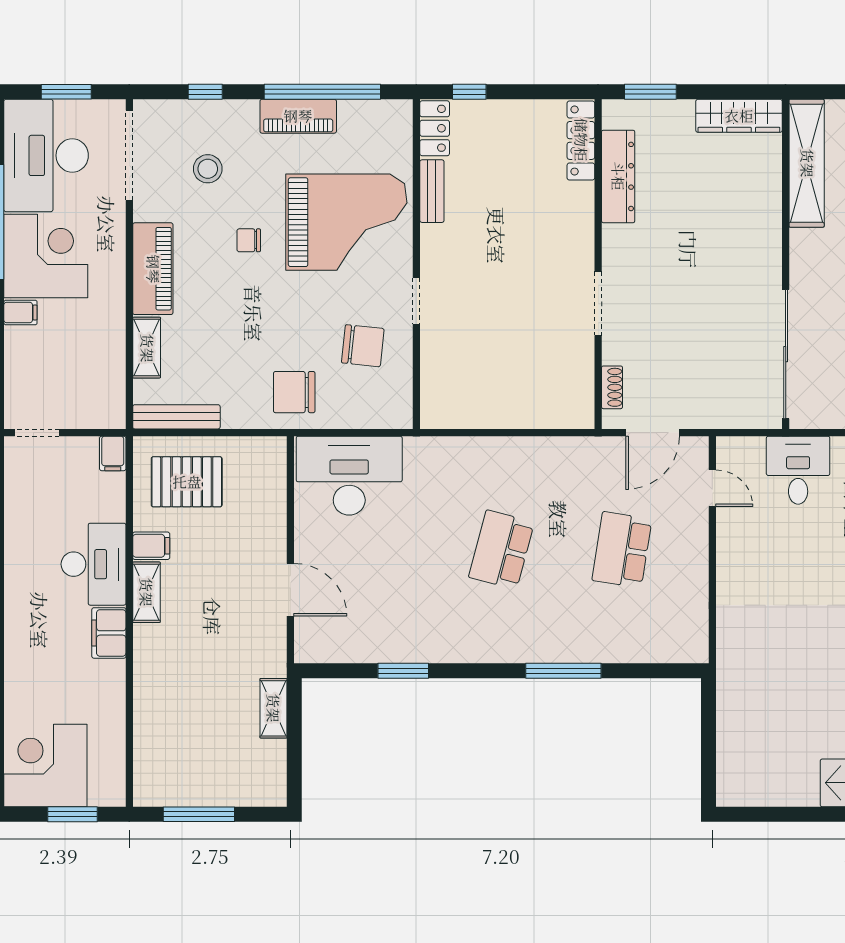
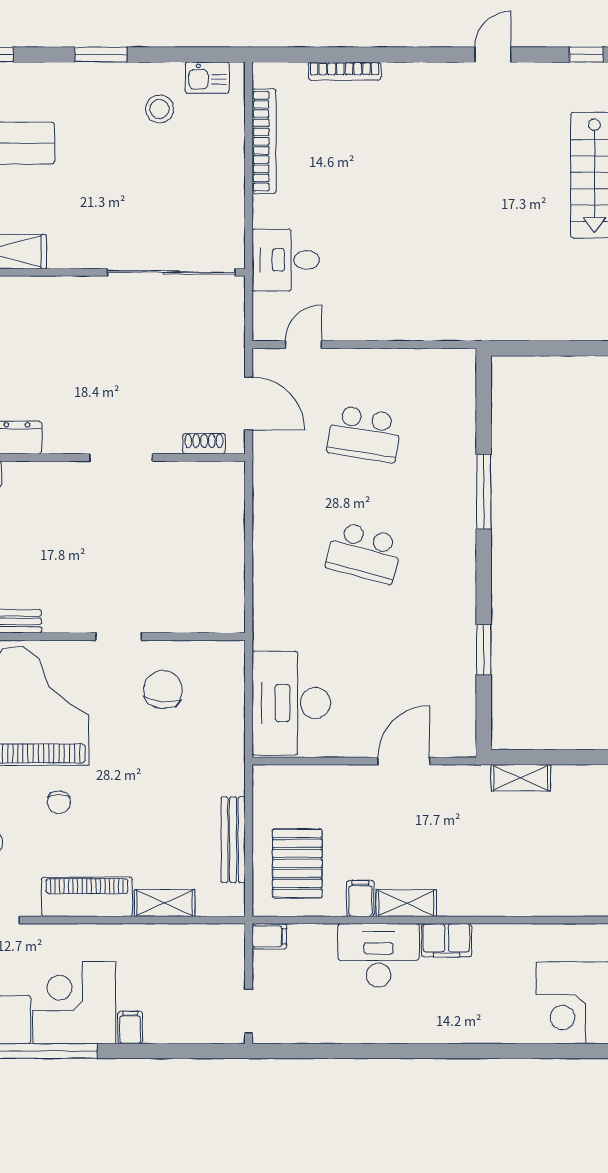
chair: (294, 392) -> (209, 757), removed
bench: (176, 417) -> (233, 840), moved

